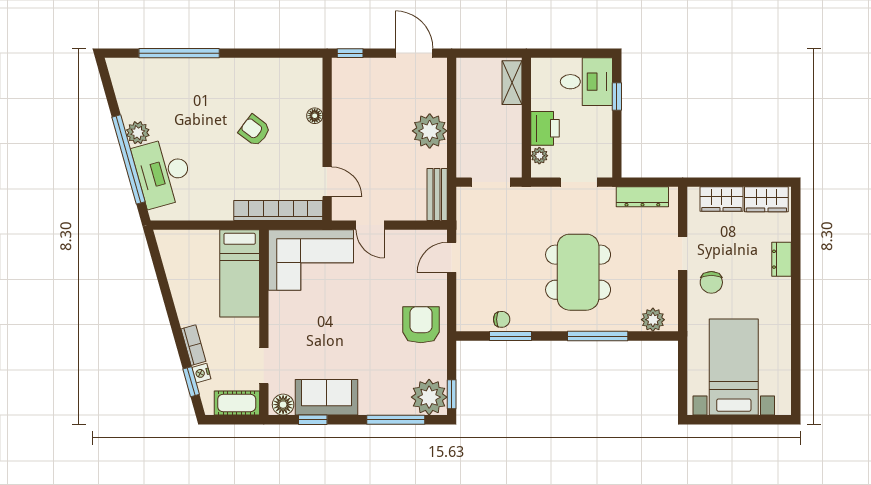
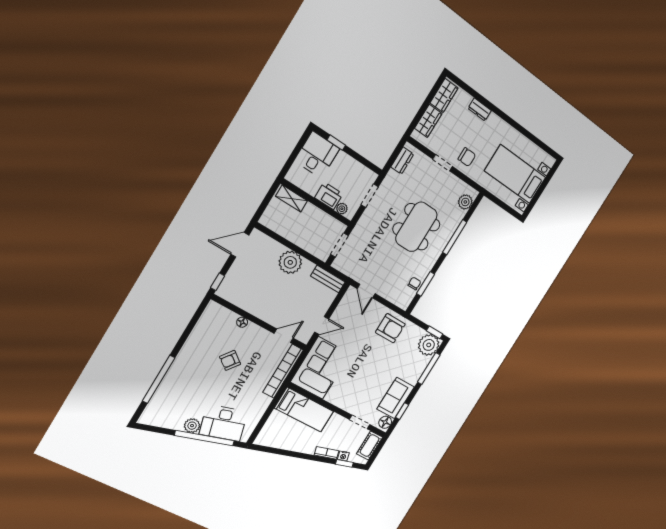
dresser: (642, 197) -> (402, 160), width x0.70
dining table: (578, 272) -> (416, 227), turned 90
armchair: (421, 325) -> (390, 328), turned 180

